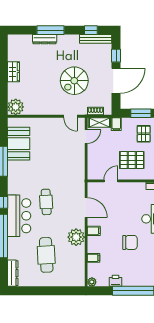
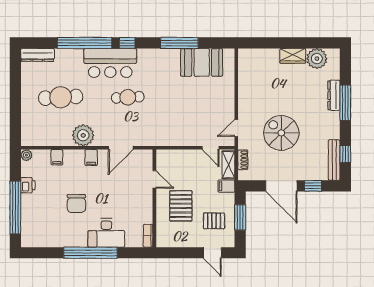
plant: (16, 107) -> (317, 59), moved

